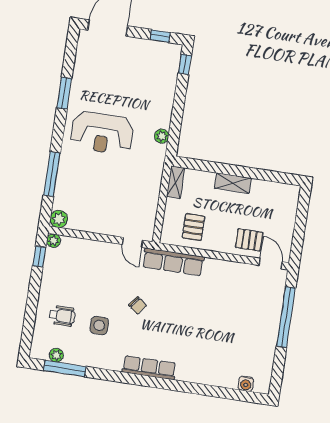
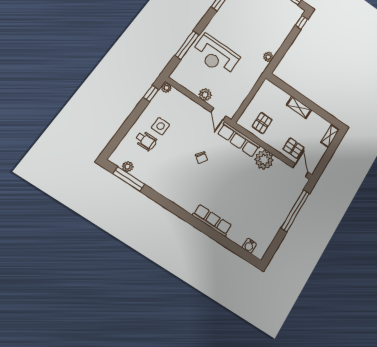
reception desk: (102, 133) -> (216, 55), moved
shelving: (176, 182) -> (330, 136), moved
plant: (59, 219) -> (205, 95), moved
plant: (217, 272) -> (264, 160), added
side table: (99, 325) -> (161, 126), moved
row of seats: (149, 368) -> (212, 220), moved

